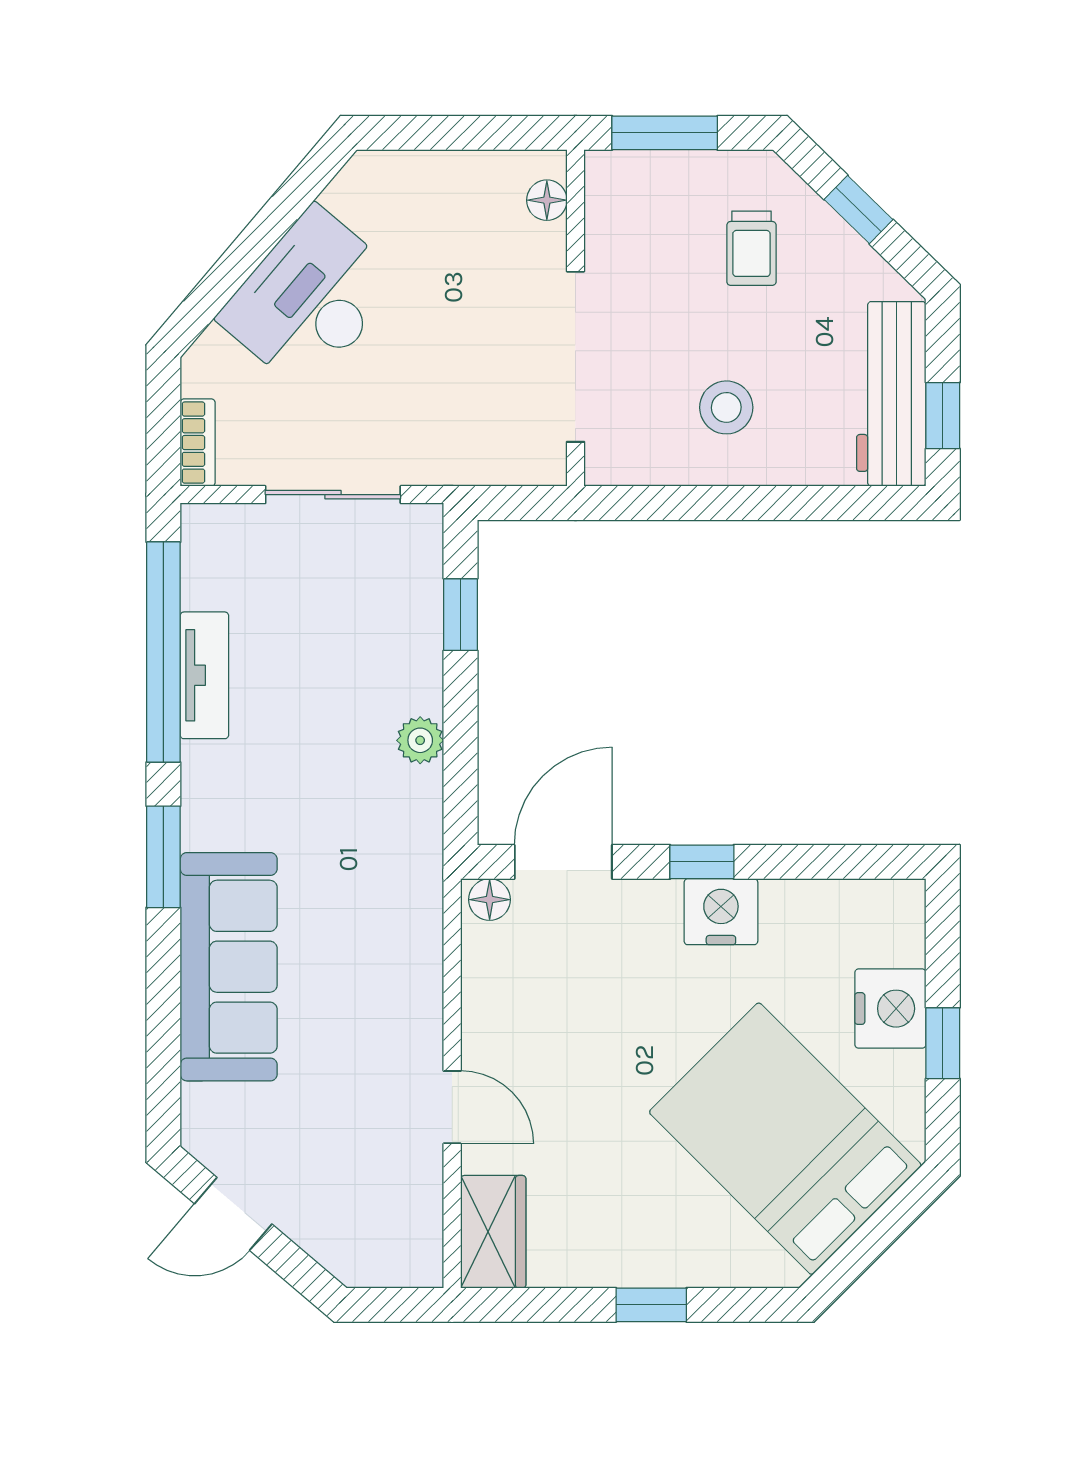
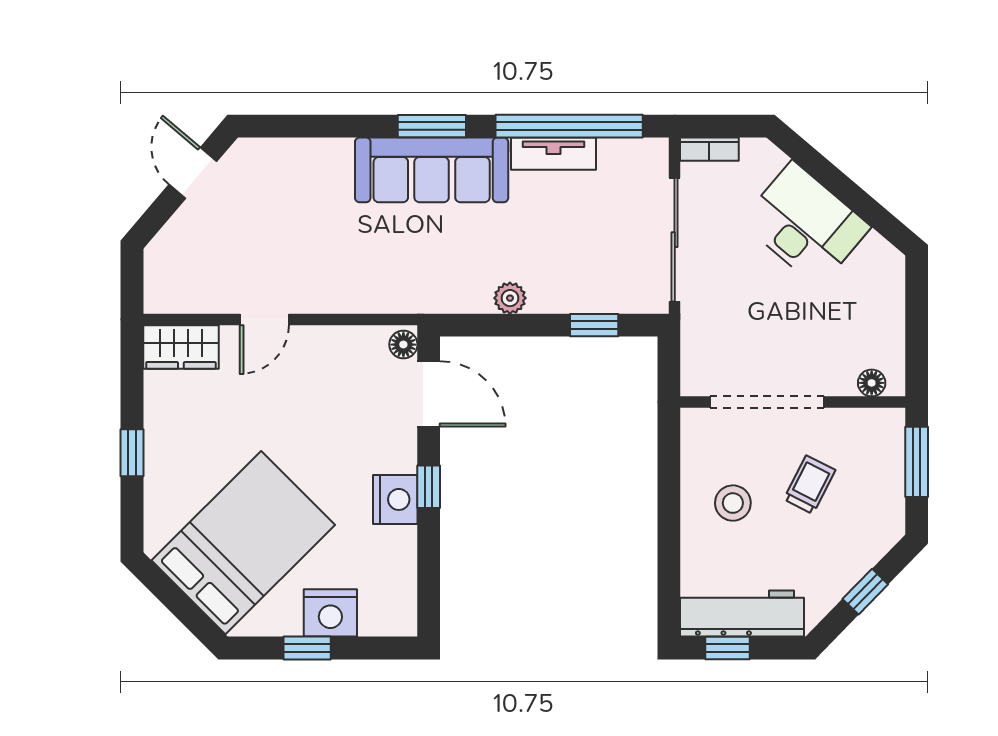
trolley: (751, 248) -> (810, 485), moved, turned 117
sliding door: (333, 495) -> (675, 240), width x1.37
sofa: (229, 967) -> (432, 170), moved

